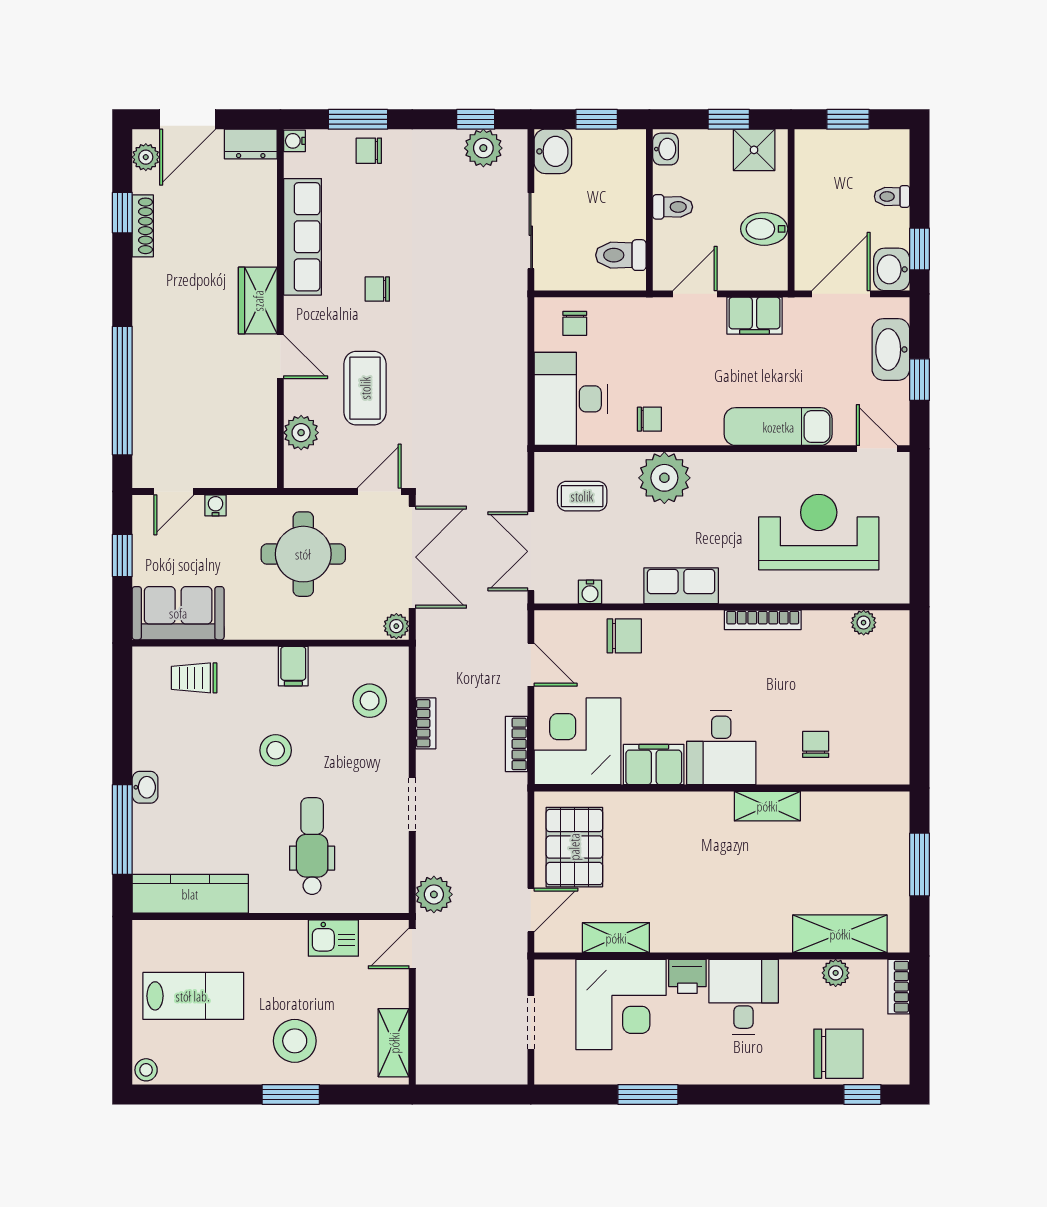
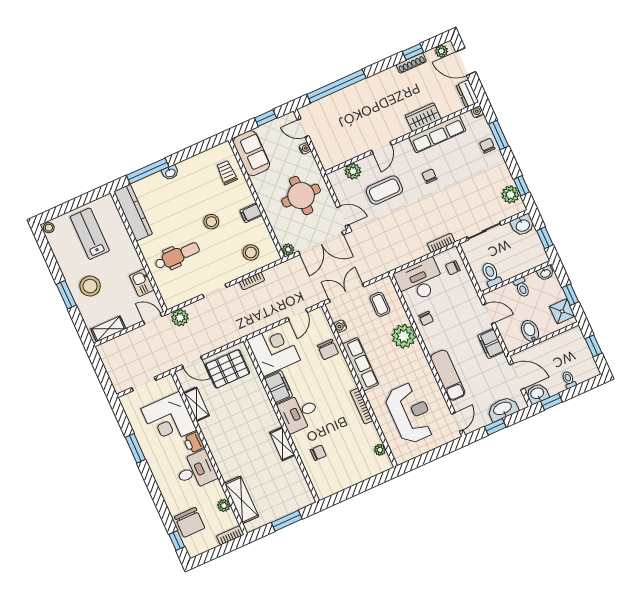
wardrobe: (258, 301) -> (423, 117), moved
row of seats: (681, 586) -> (361, 364), width x1.48
bookcase: (516, 744) -> (441, 243), moved
lab bench: (193, 996) -> (90, 234), turned 180

